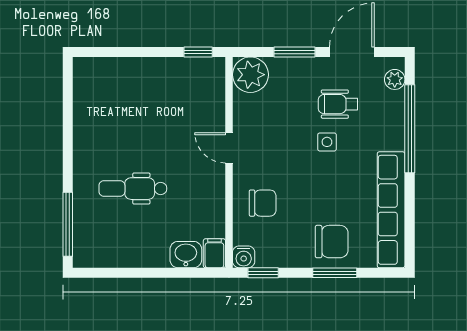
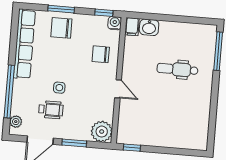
dental chair: (133, 189) -> (177, 69), turned 180

